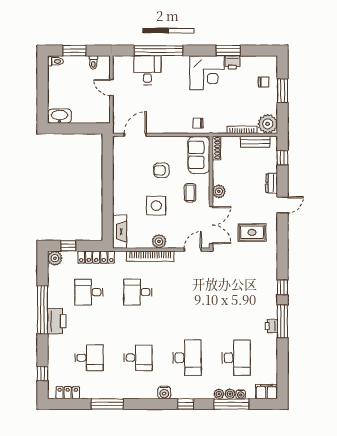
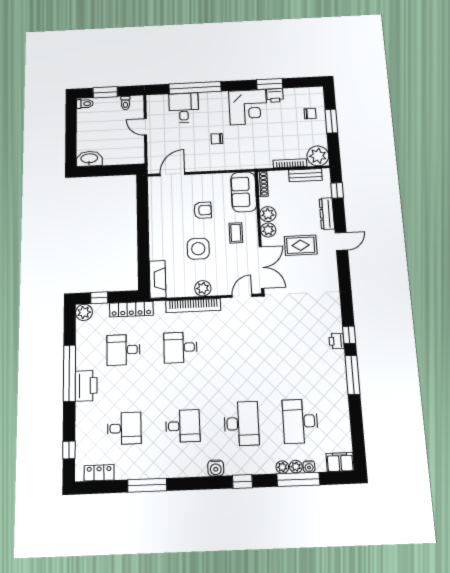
chair: (198, 123) -> (217, 139), moved
armchair: (161, 170) -> (203, 210), turned 180
plant: (219, 177) -> (268, 214), added
dresser: (272, 183) -> (327, 214), width x1.44
rug: (252, 232) -> (301, 245), moved
printer: (271, 326) -> (337, 341), moved
desk: (236, 358) -> (300, 421), turned 180

